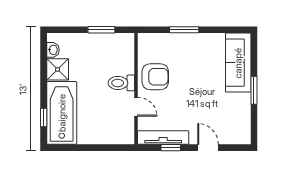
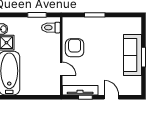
sofa: (238, 63) -> (132, 55), moved
armchair: (155, 77) -> (75, 48), turned -90
toilet: (121, 83) -> (51, 28), moved

